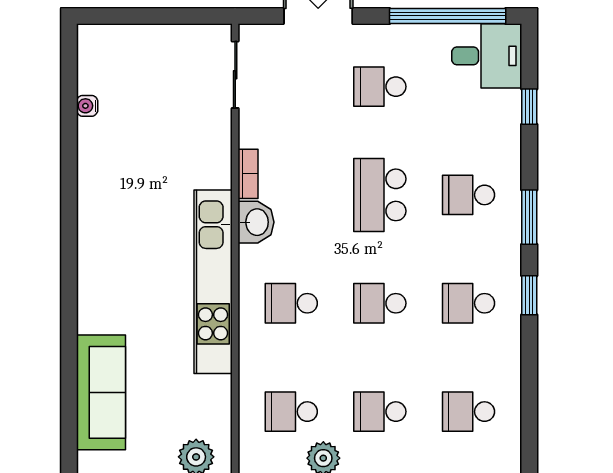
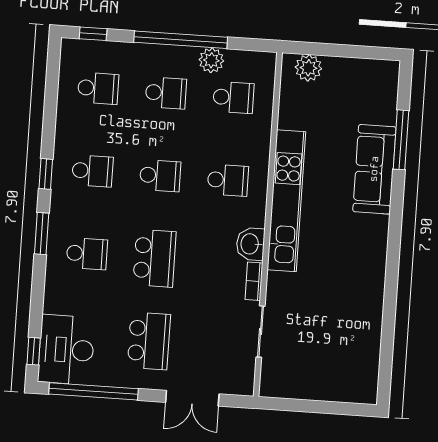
desk: (487, 56) -> (66, 350), width x1.37
sliding door: (235, 75) -> (261, 332), moved
school desk: (380, 87) -> (149, 341), width x1.85
water cooler: (87, 106) -> (373, 342), removed
window: (529, 107) -> (34, 351), moved
window: (69, 371) -> (401, 140), added
sofa: (101, 392) -> (374, 169), moved

